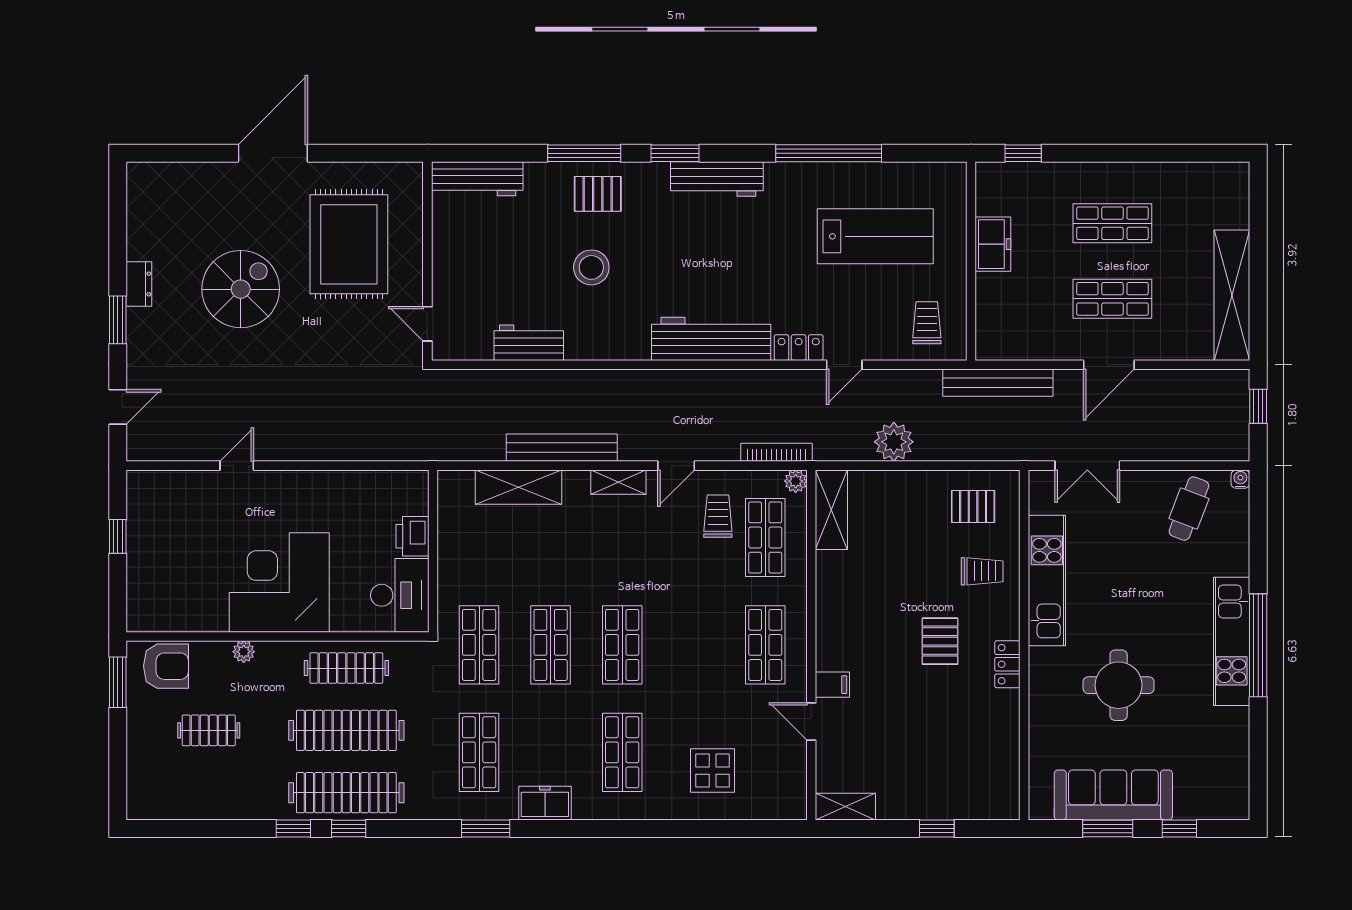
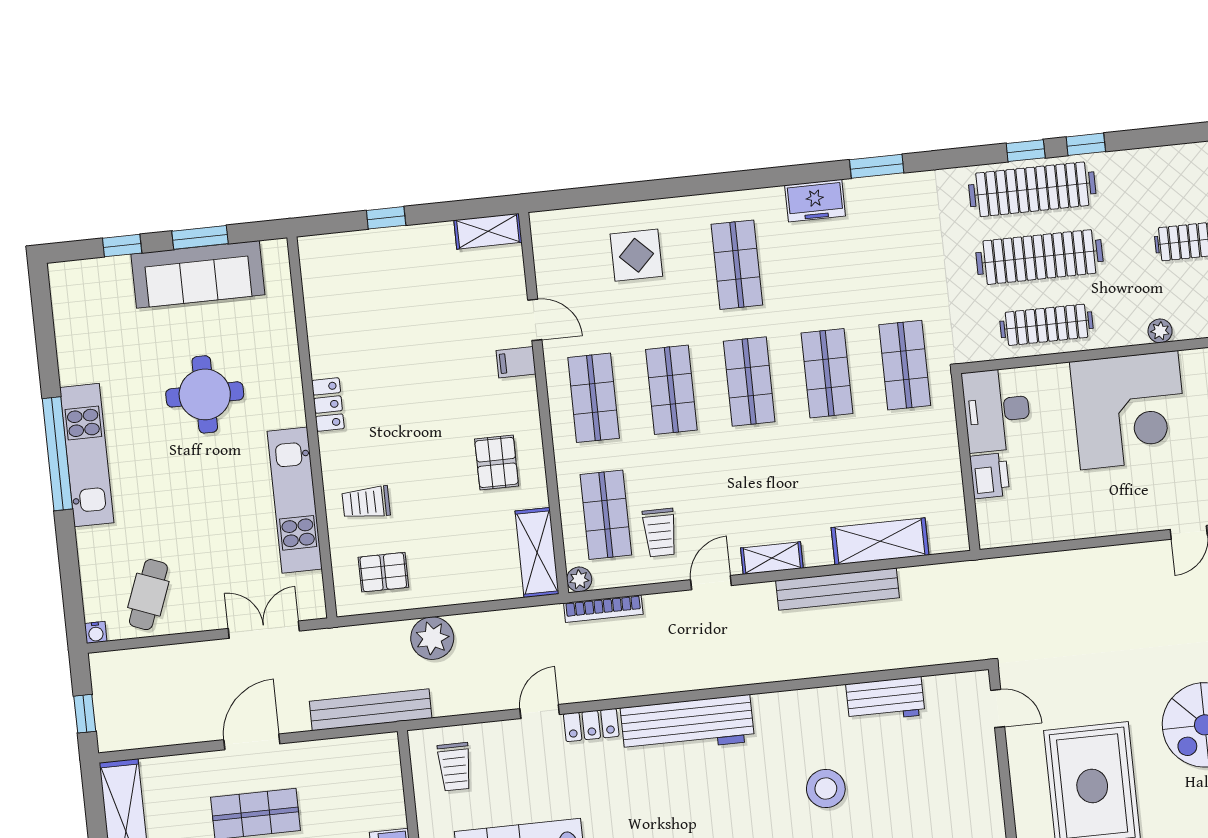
plant: (894, 442) -> (432, 638), moved
pallet: (940, 641) -> (497, 462), moved
shop shelf: (479, 752) -> (671, 390), moved

